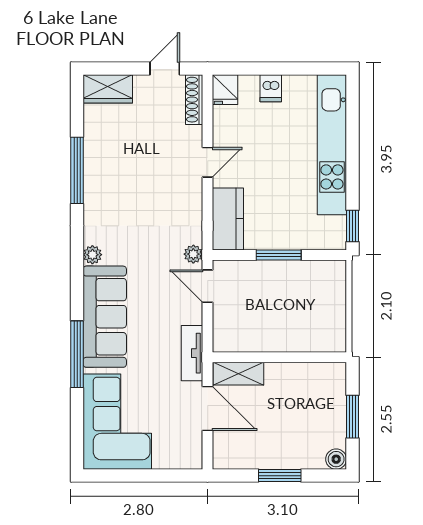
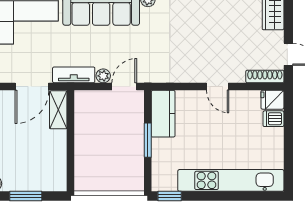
dishwasher: (271, 88) -> (273, 119), moved
kitchen counter: (228, 219) -> (163, 114), moved, turned -90
plant: (193, 254) -> (103, 76), moved

